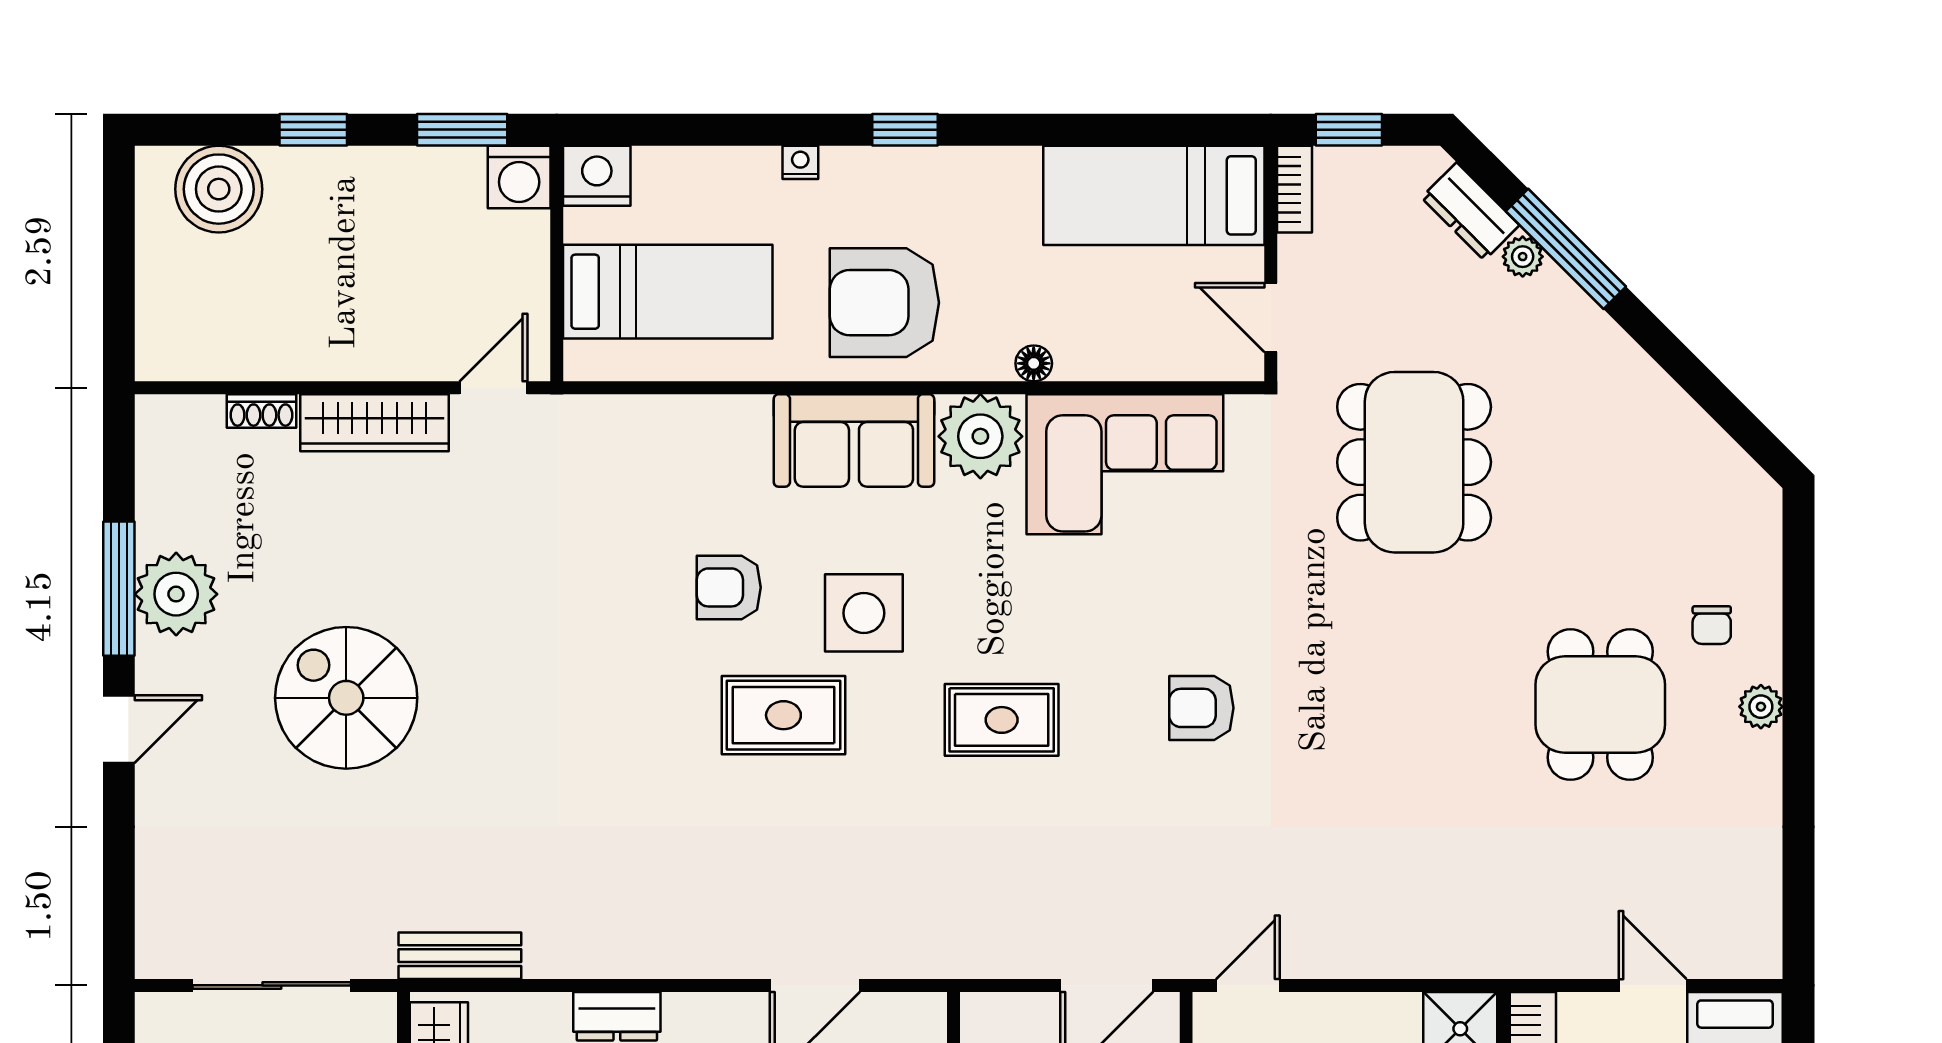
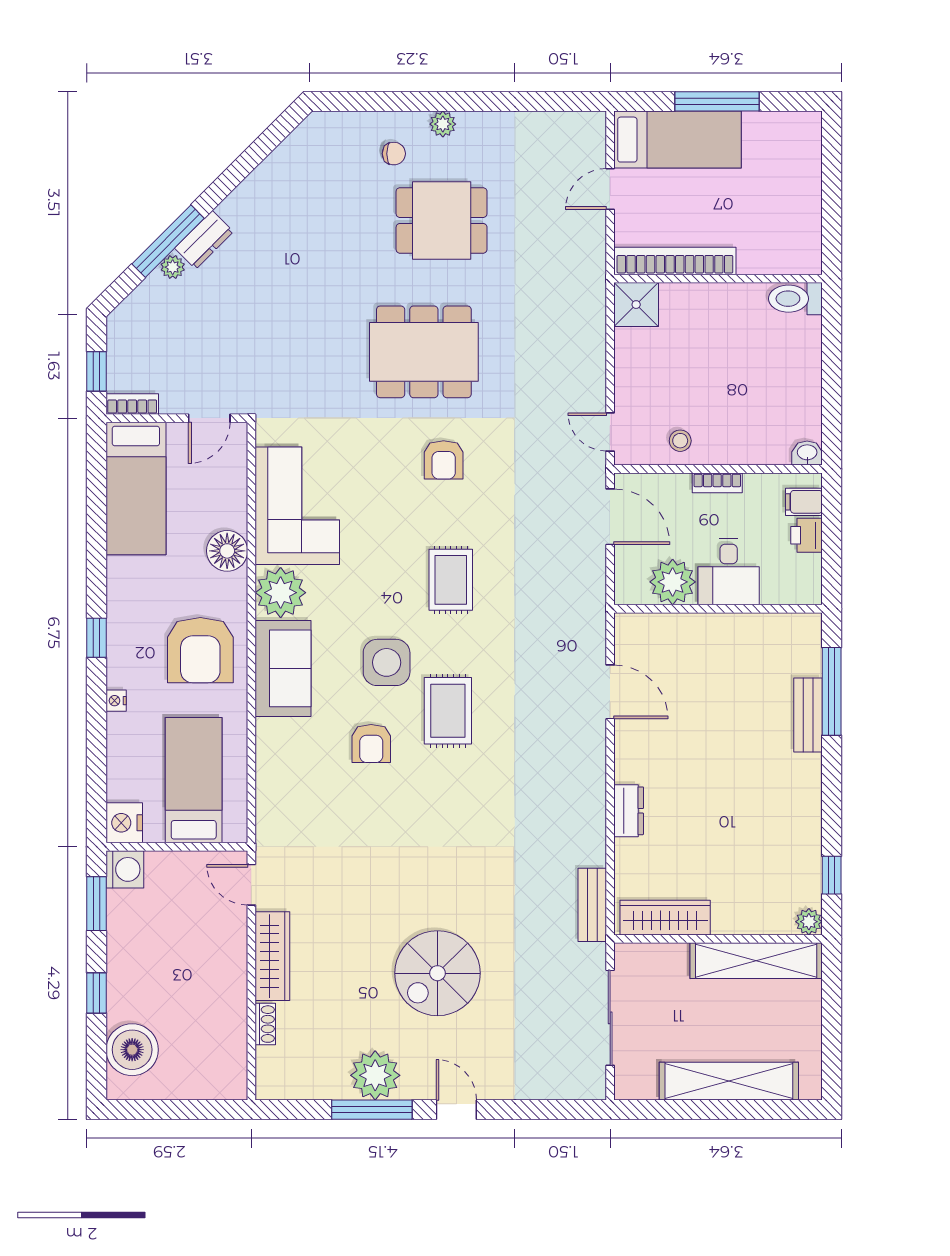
dresser: (1470, 211) -> (204, 240), moved
floor lamp: (1034, 363) -> (227, 551), width x1.89, depth x1.89
dining table: (1414, 462) -> (424, 352), moved

